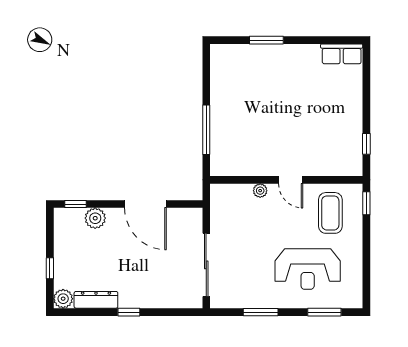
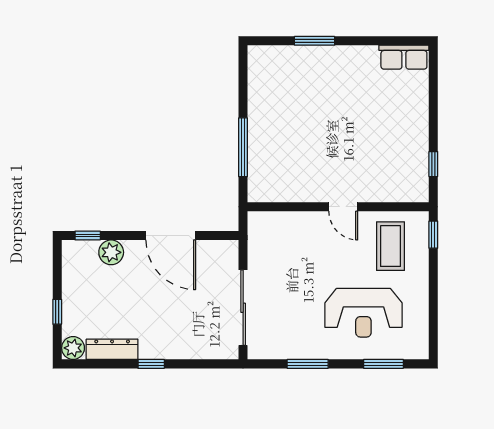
plant: (260, 191) -> (307, 220), removed

